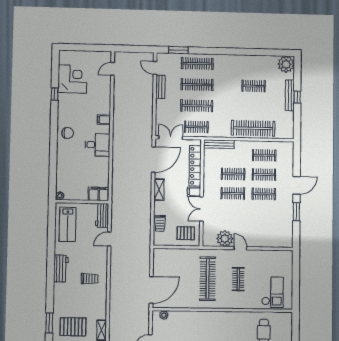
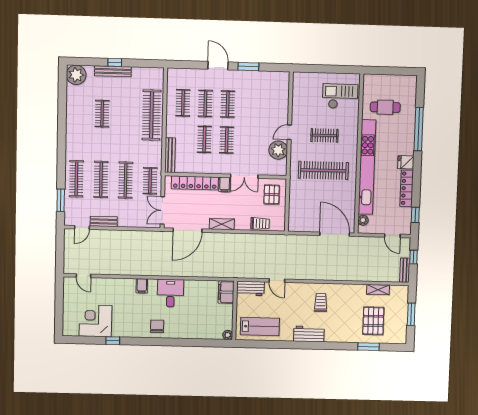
door: (153, 160) -> (188, 230), swing flipped
kitchen unit: (211, 318) -> (367, 167), added

